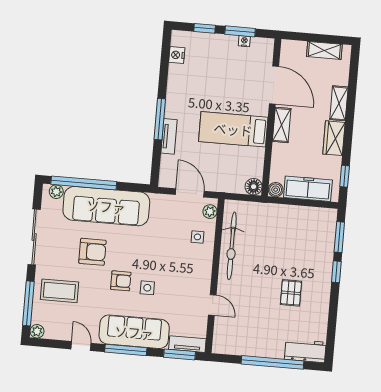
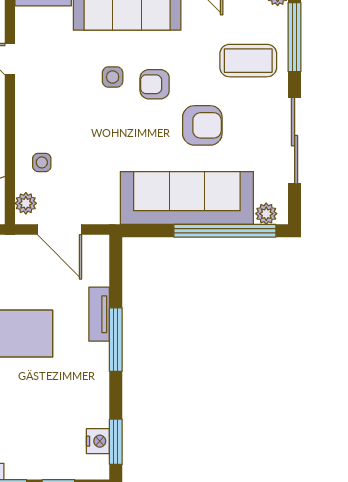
window: (165, 54) -> (116, 442), added
armchair: (92, 252) -> (202, 125), turned 180

